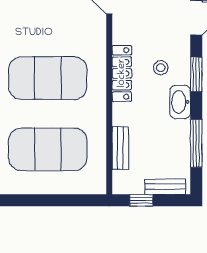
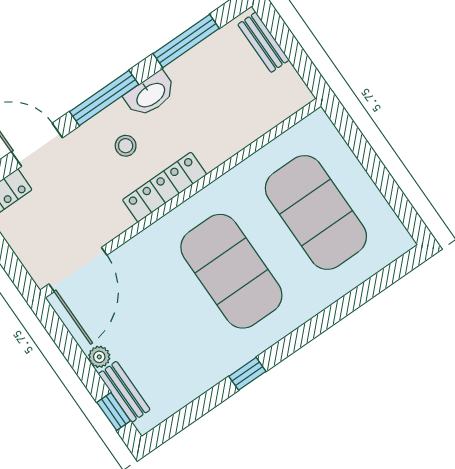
window: (196, 74) -> (104, 98), width x1.44
bench: (120, 148) -> (254, 127), removed
window: (141, 200) -> (299, 59), removed

